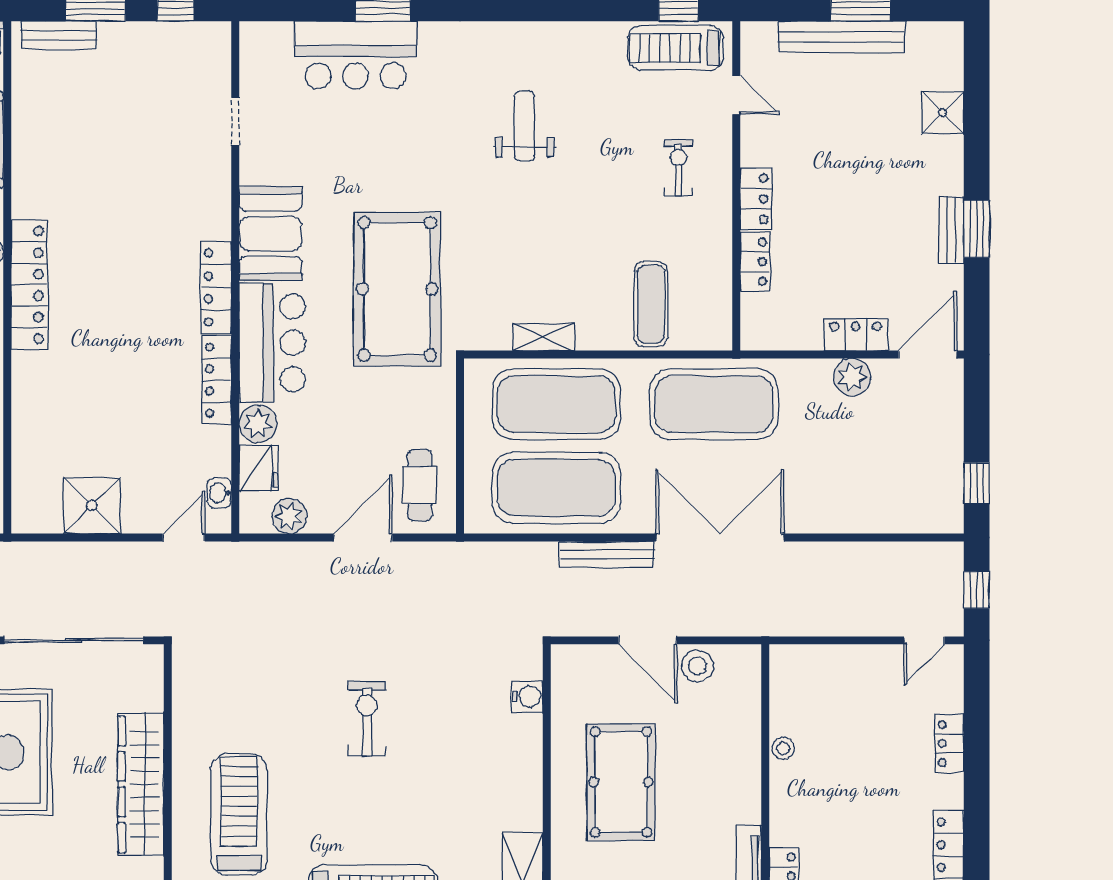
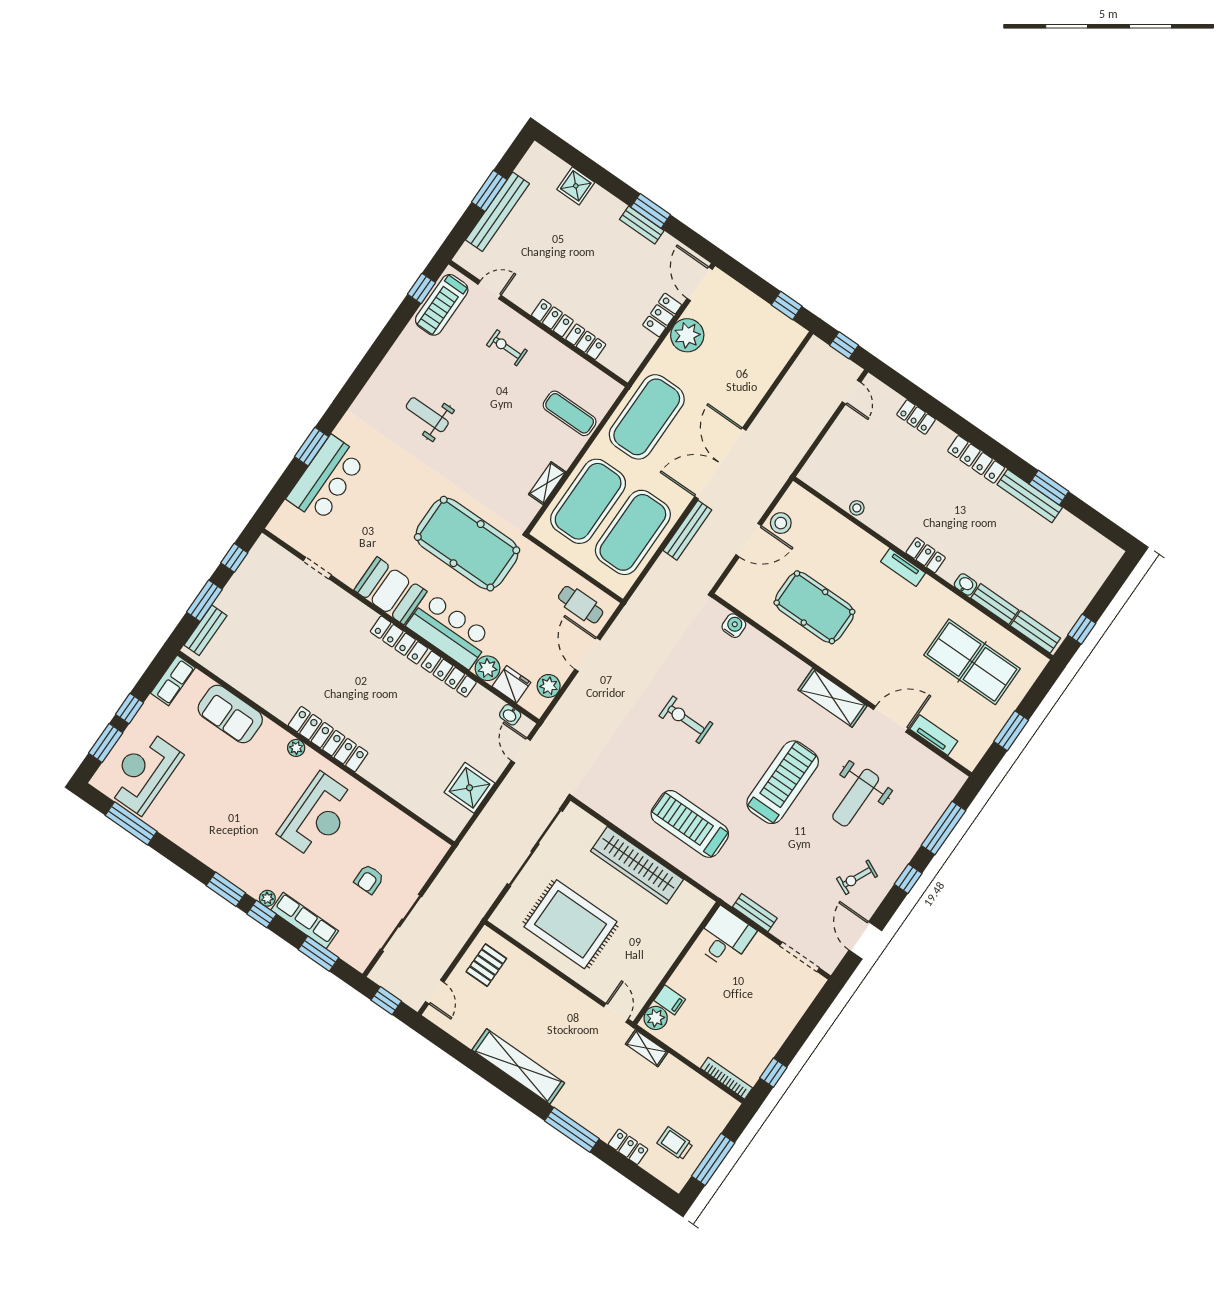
plant: (852, 377) -> (687, 335), width x1.36, depth x1.36

